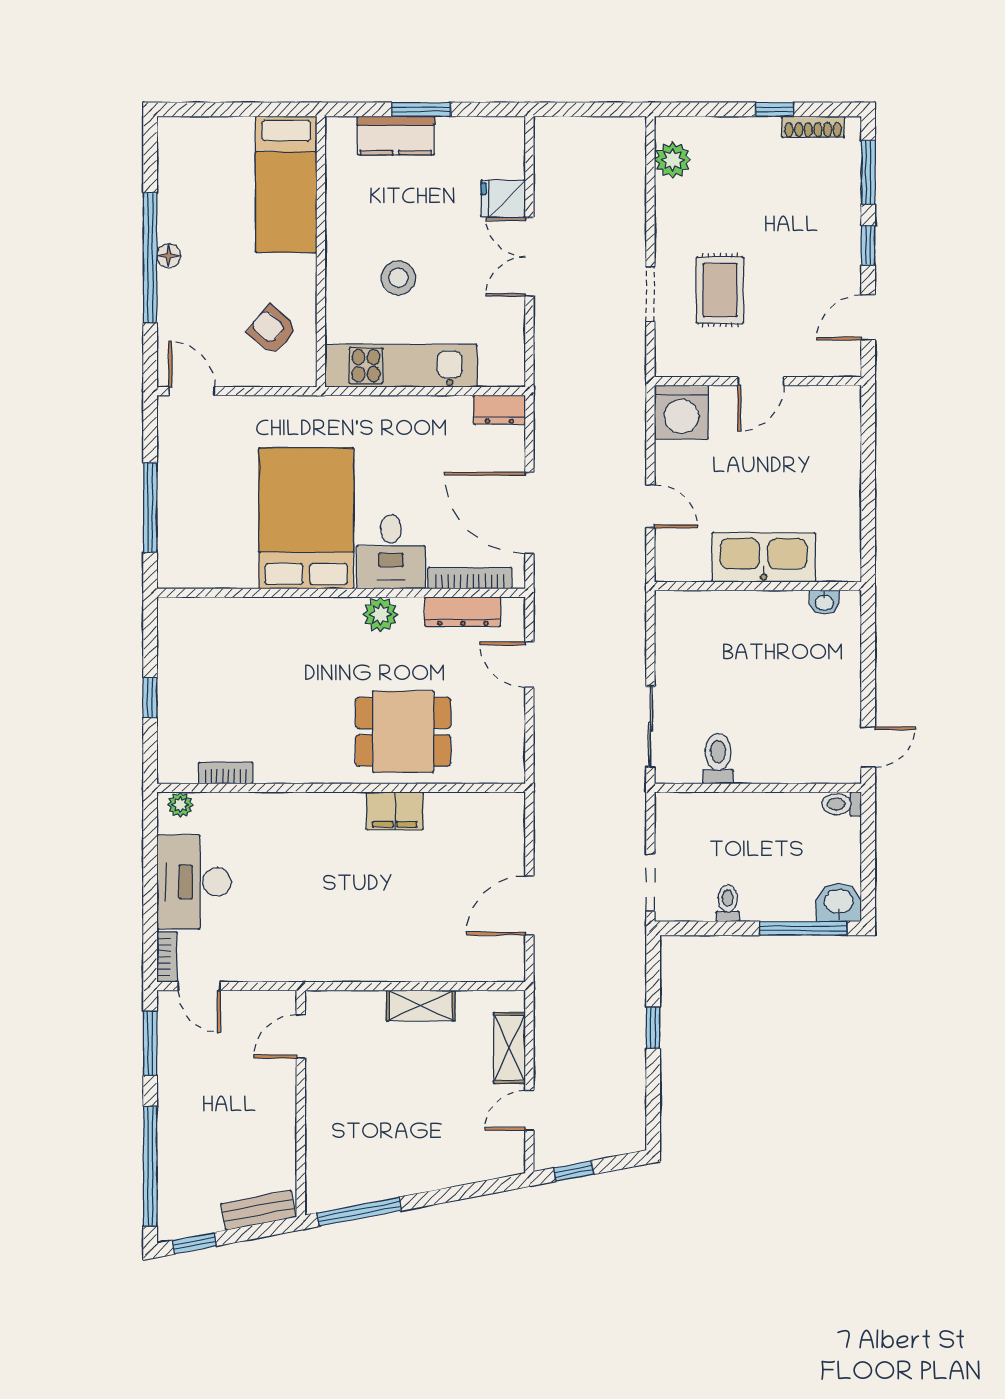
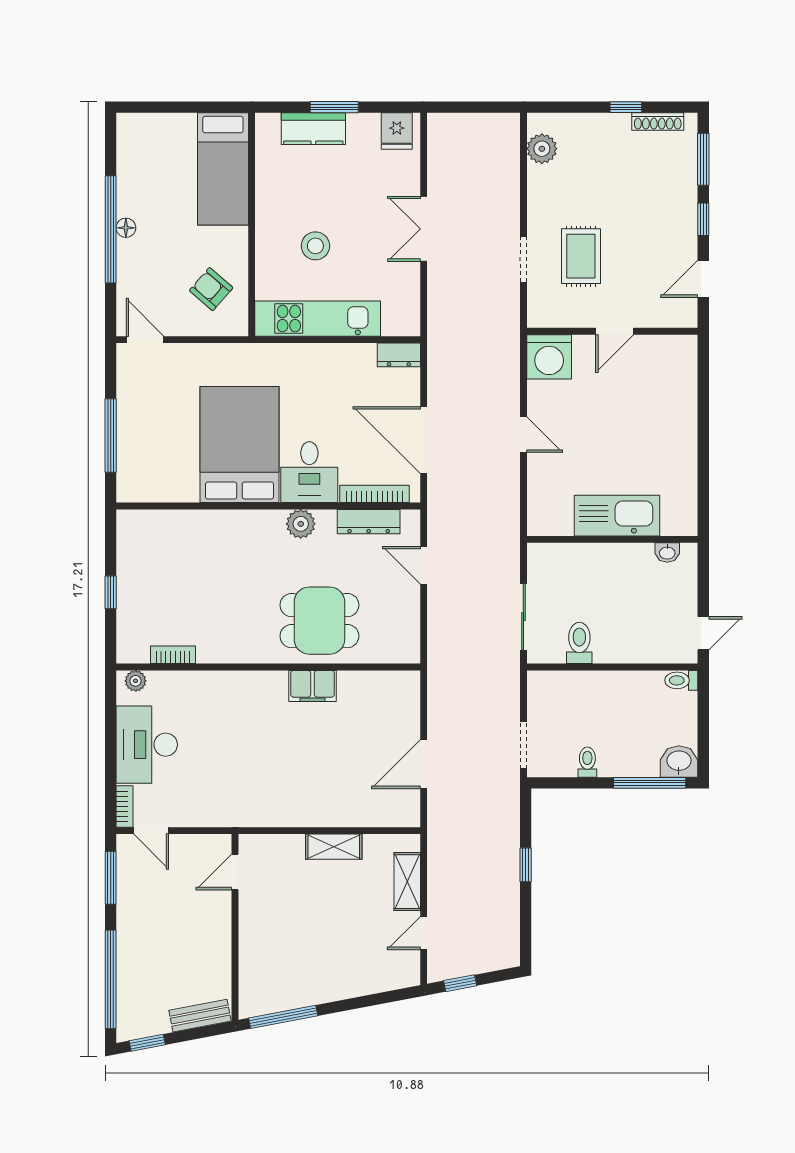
fridge: (503, 199) -> (397, 131), moved, turned -90
kitchen sink: (764, 557) -> (617, 516), moved
wall: (758, 586) -> (612, 539), moved
washbasin: (825, 602) -> (667, 552), moved

